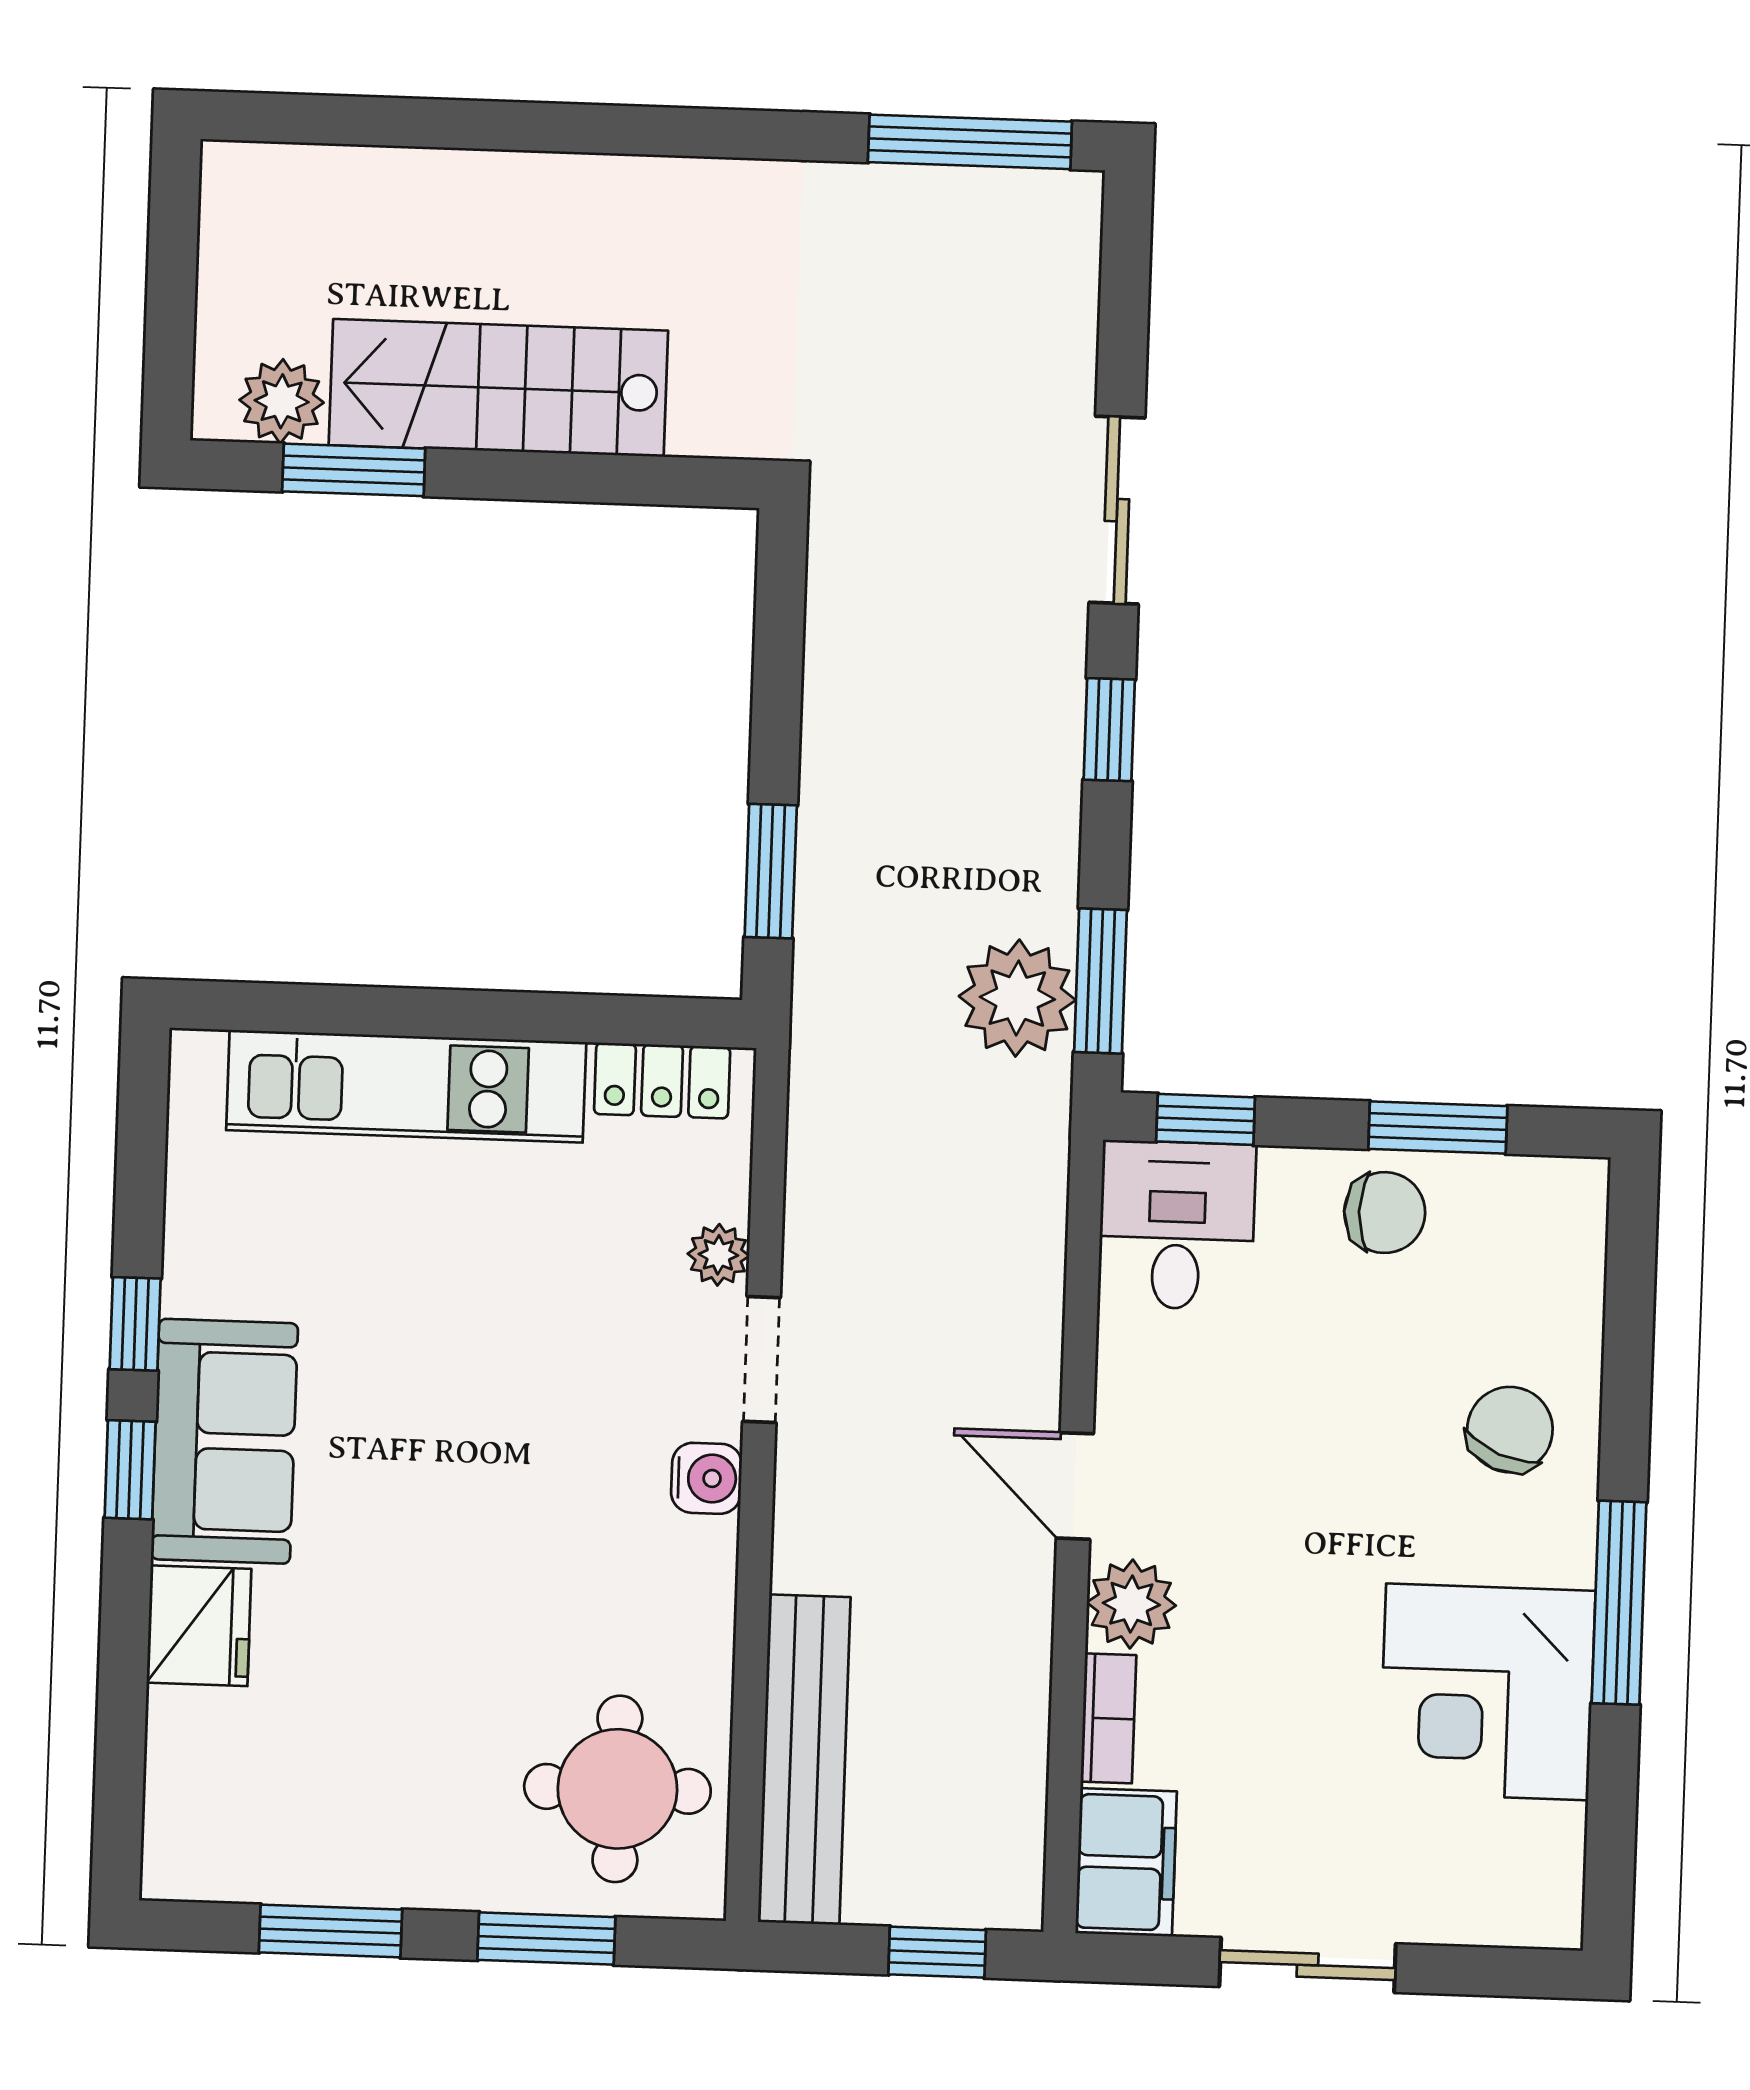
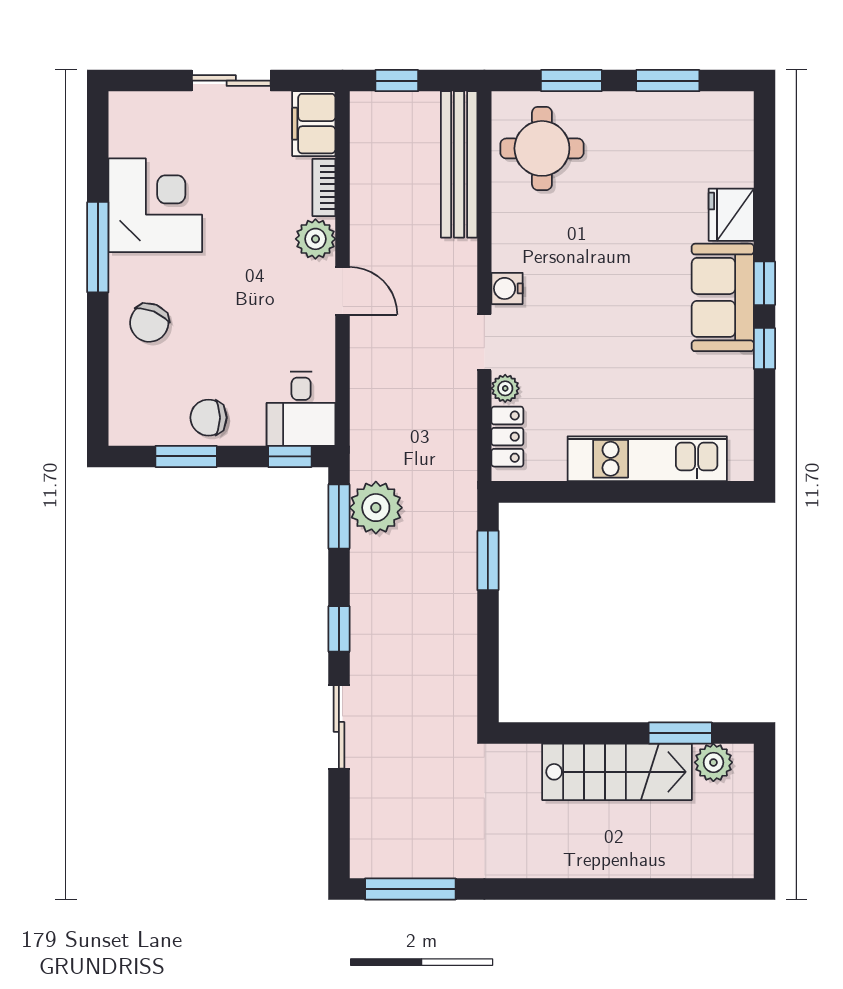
locker: (662, 1081) -> (507, 437), moved, turned 90

